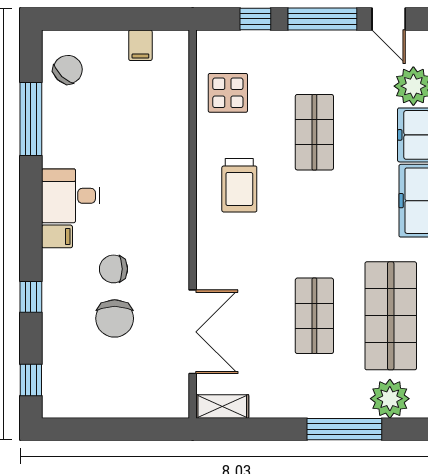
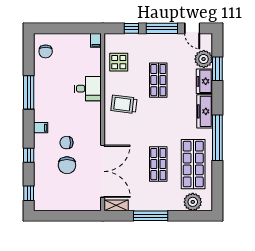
filing cabinet: (140, 45) -> (96, 40), moved
chair: (68, 70) -> (46, 51), turned 136
window: (31, 119) -> (29, 92), moved
trolley: (239, 185) -> (124, 104), turned 97
desk: (71, 196) -> (88, 89), moved, turned 180
double door: (193, 332) -> (103, 171), width x1.36
window: (344, 429) -> (151, 216), moved

